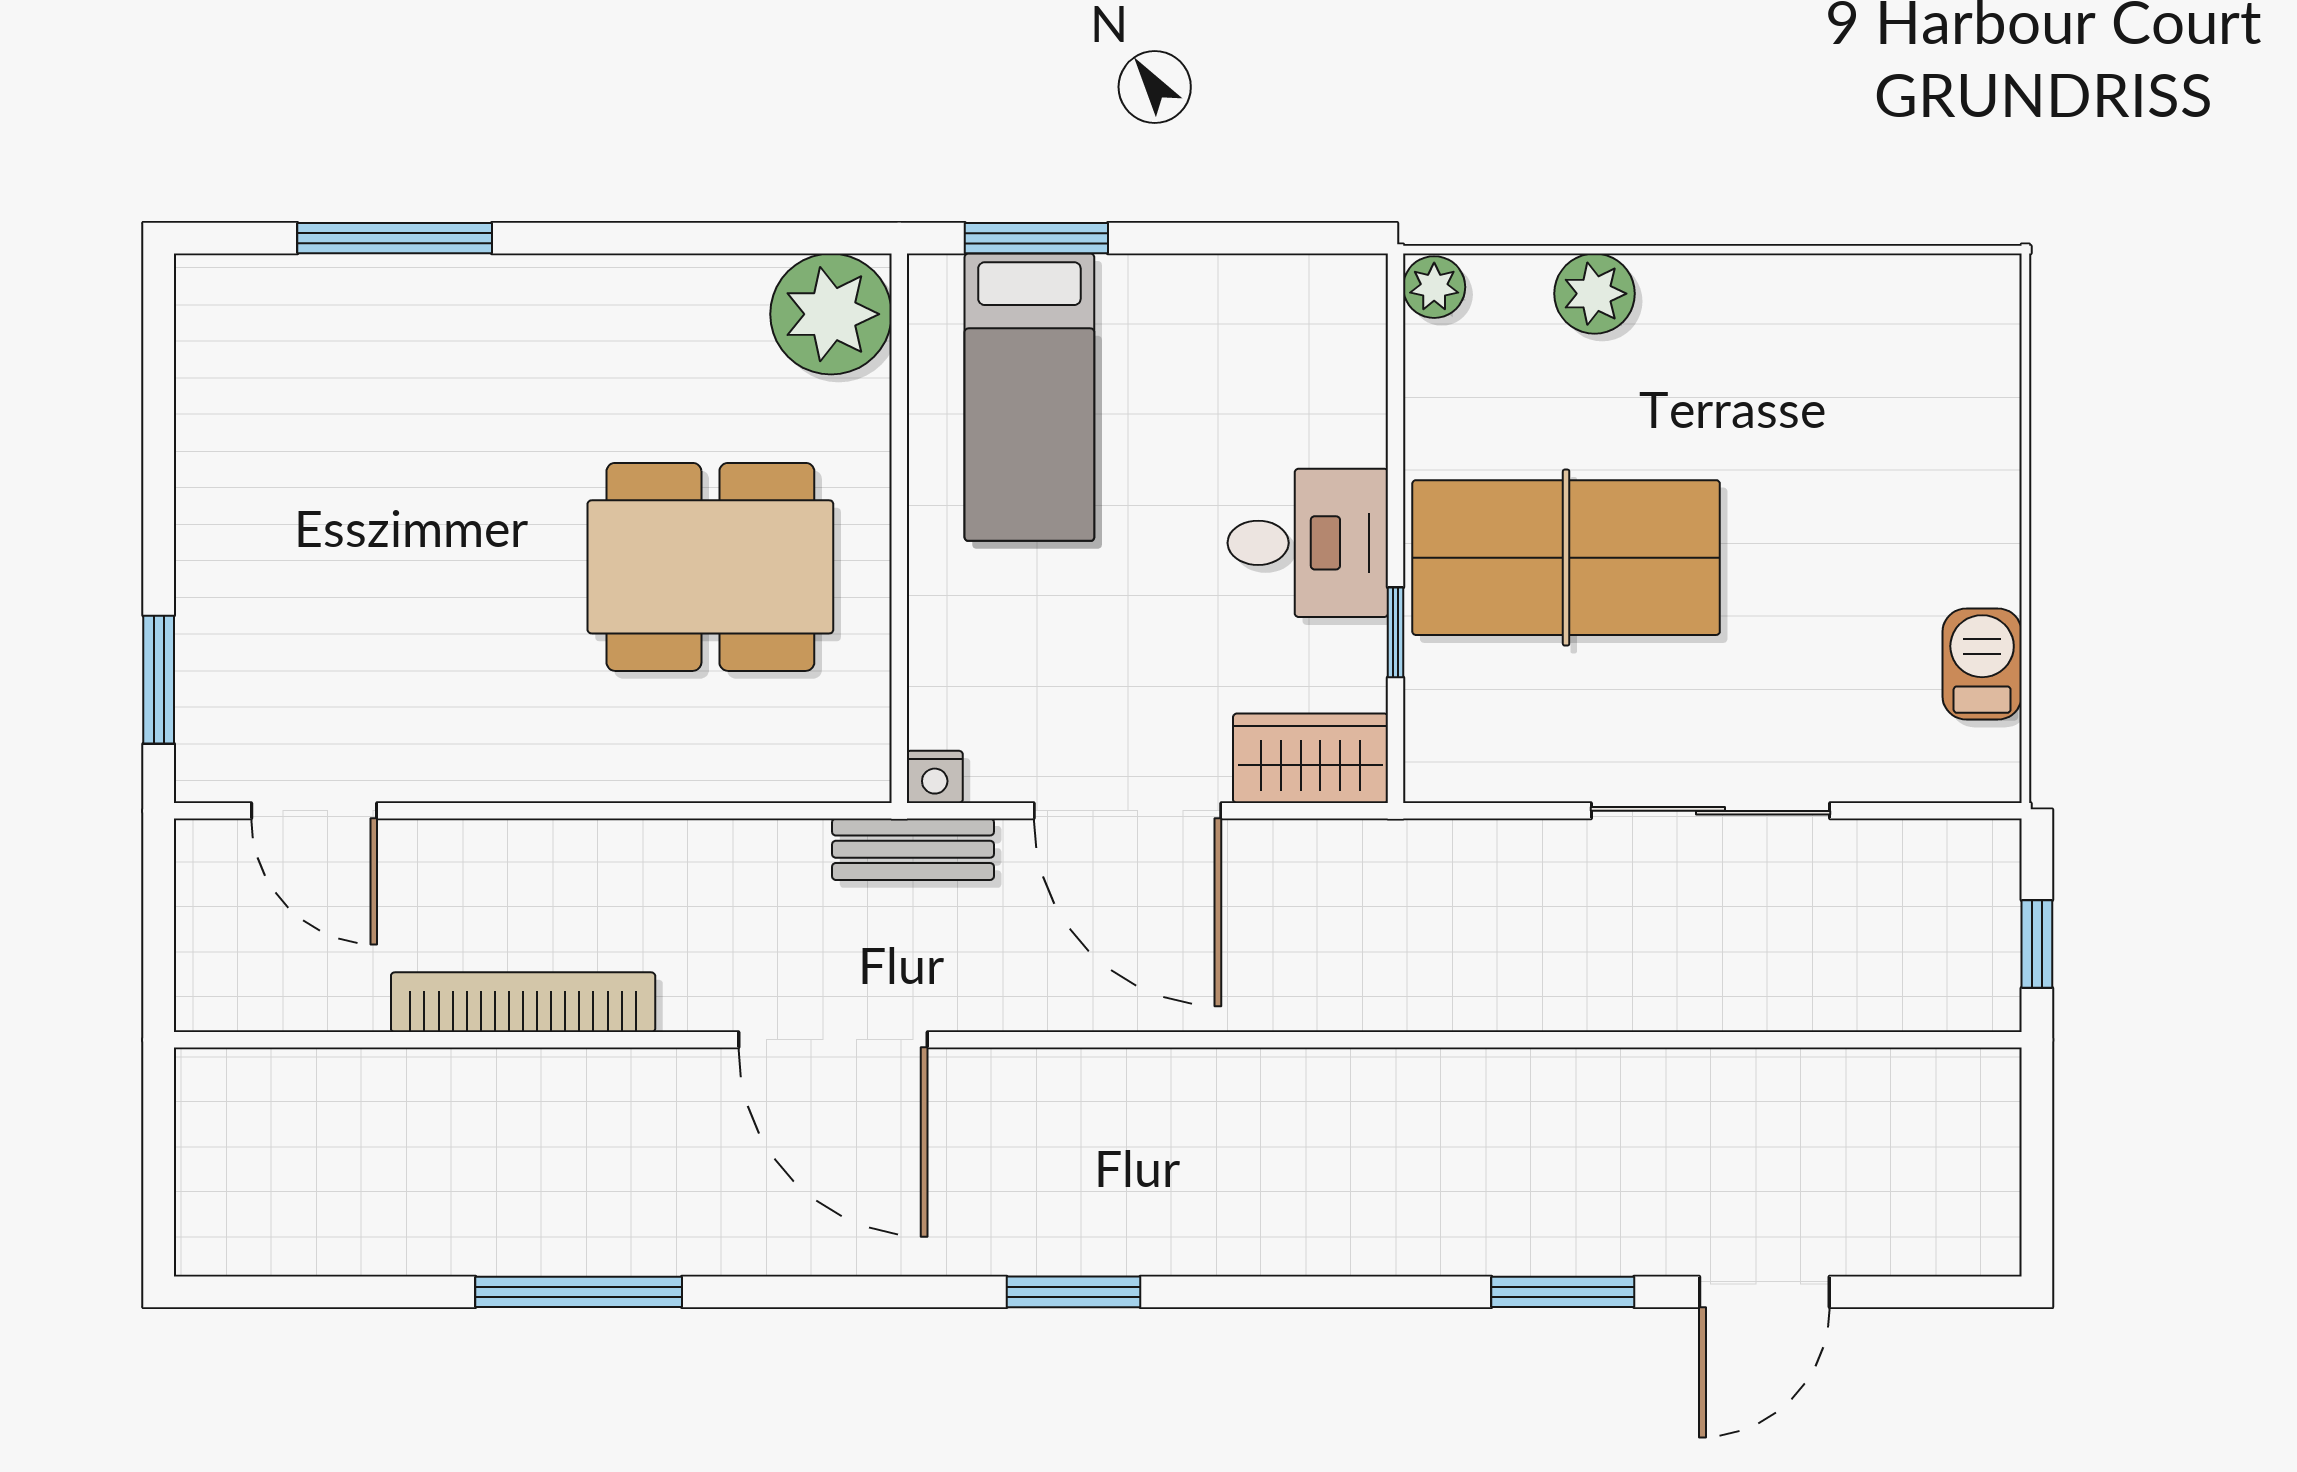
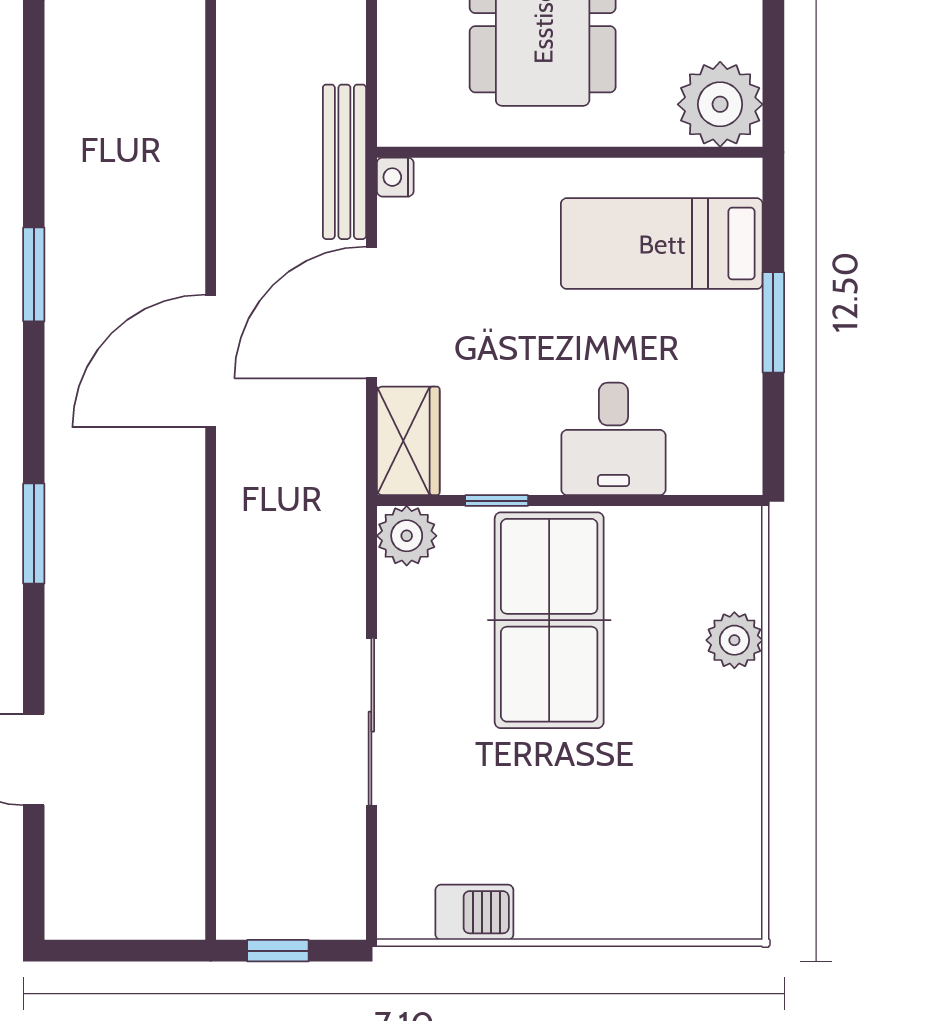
window: (1036, 238) -> (773, 322), moved
plant: (1434, 287) -> (407, 536), moved, width x1.38, depth x1.38
desk: (1308, 543) -> (613, 439), moved
bench: (913, 849) -> (344, 162), width x1.36
door: (833, 1040) -> (211, 361), moved
window: (1563, 1292) -> (34, 534), moved

